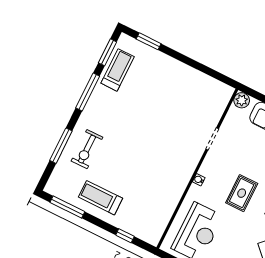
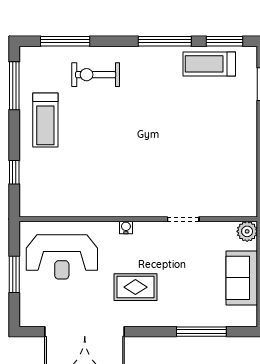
treadmill: (118, 70) -> (209, 64), turned 180
window: (61, 146) -> (65, 41), moved
treadmill: (100, 198) -> (45, 120), turned 180

